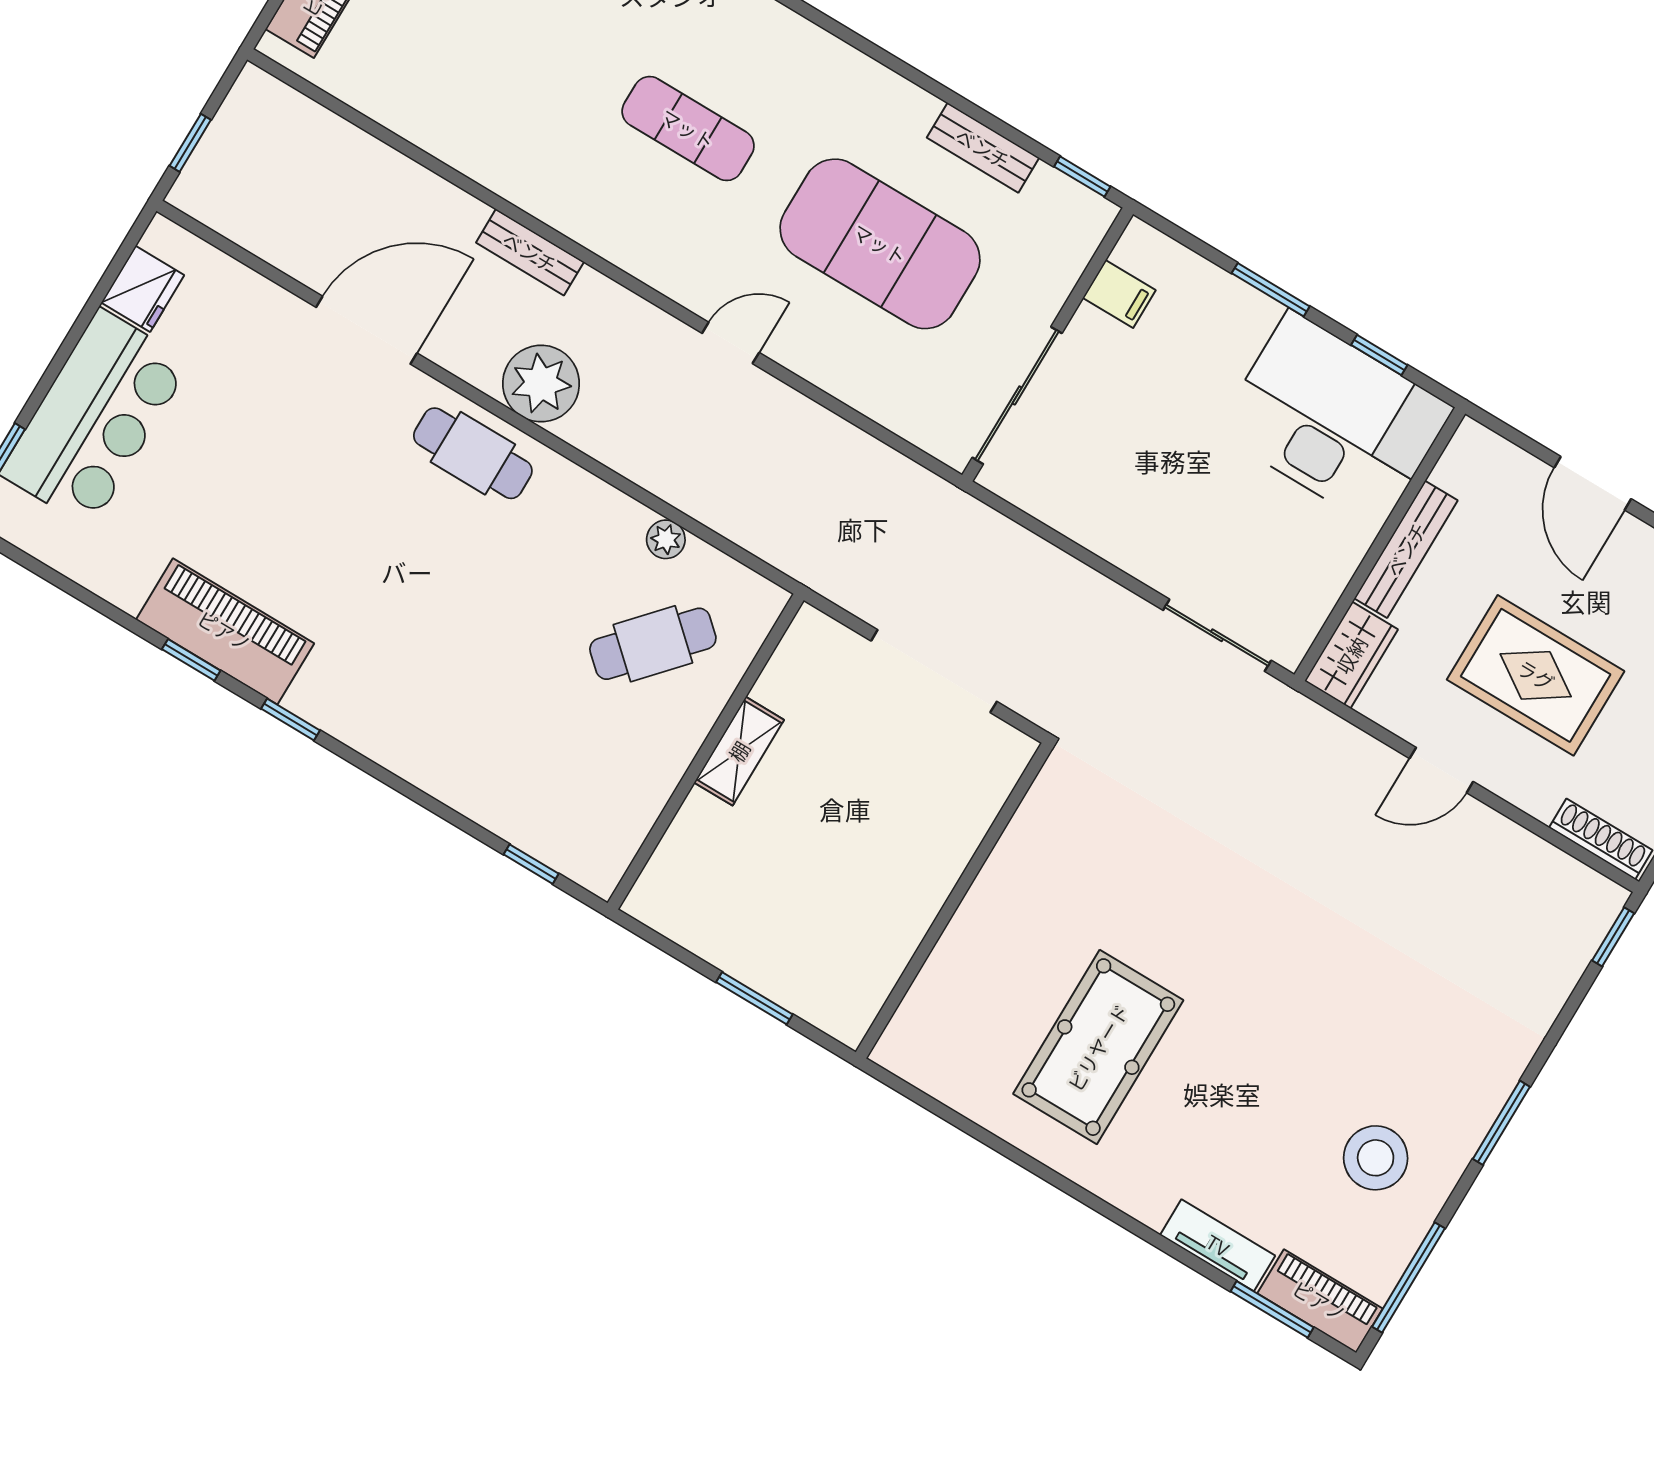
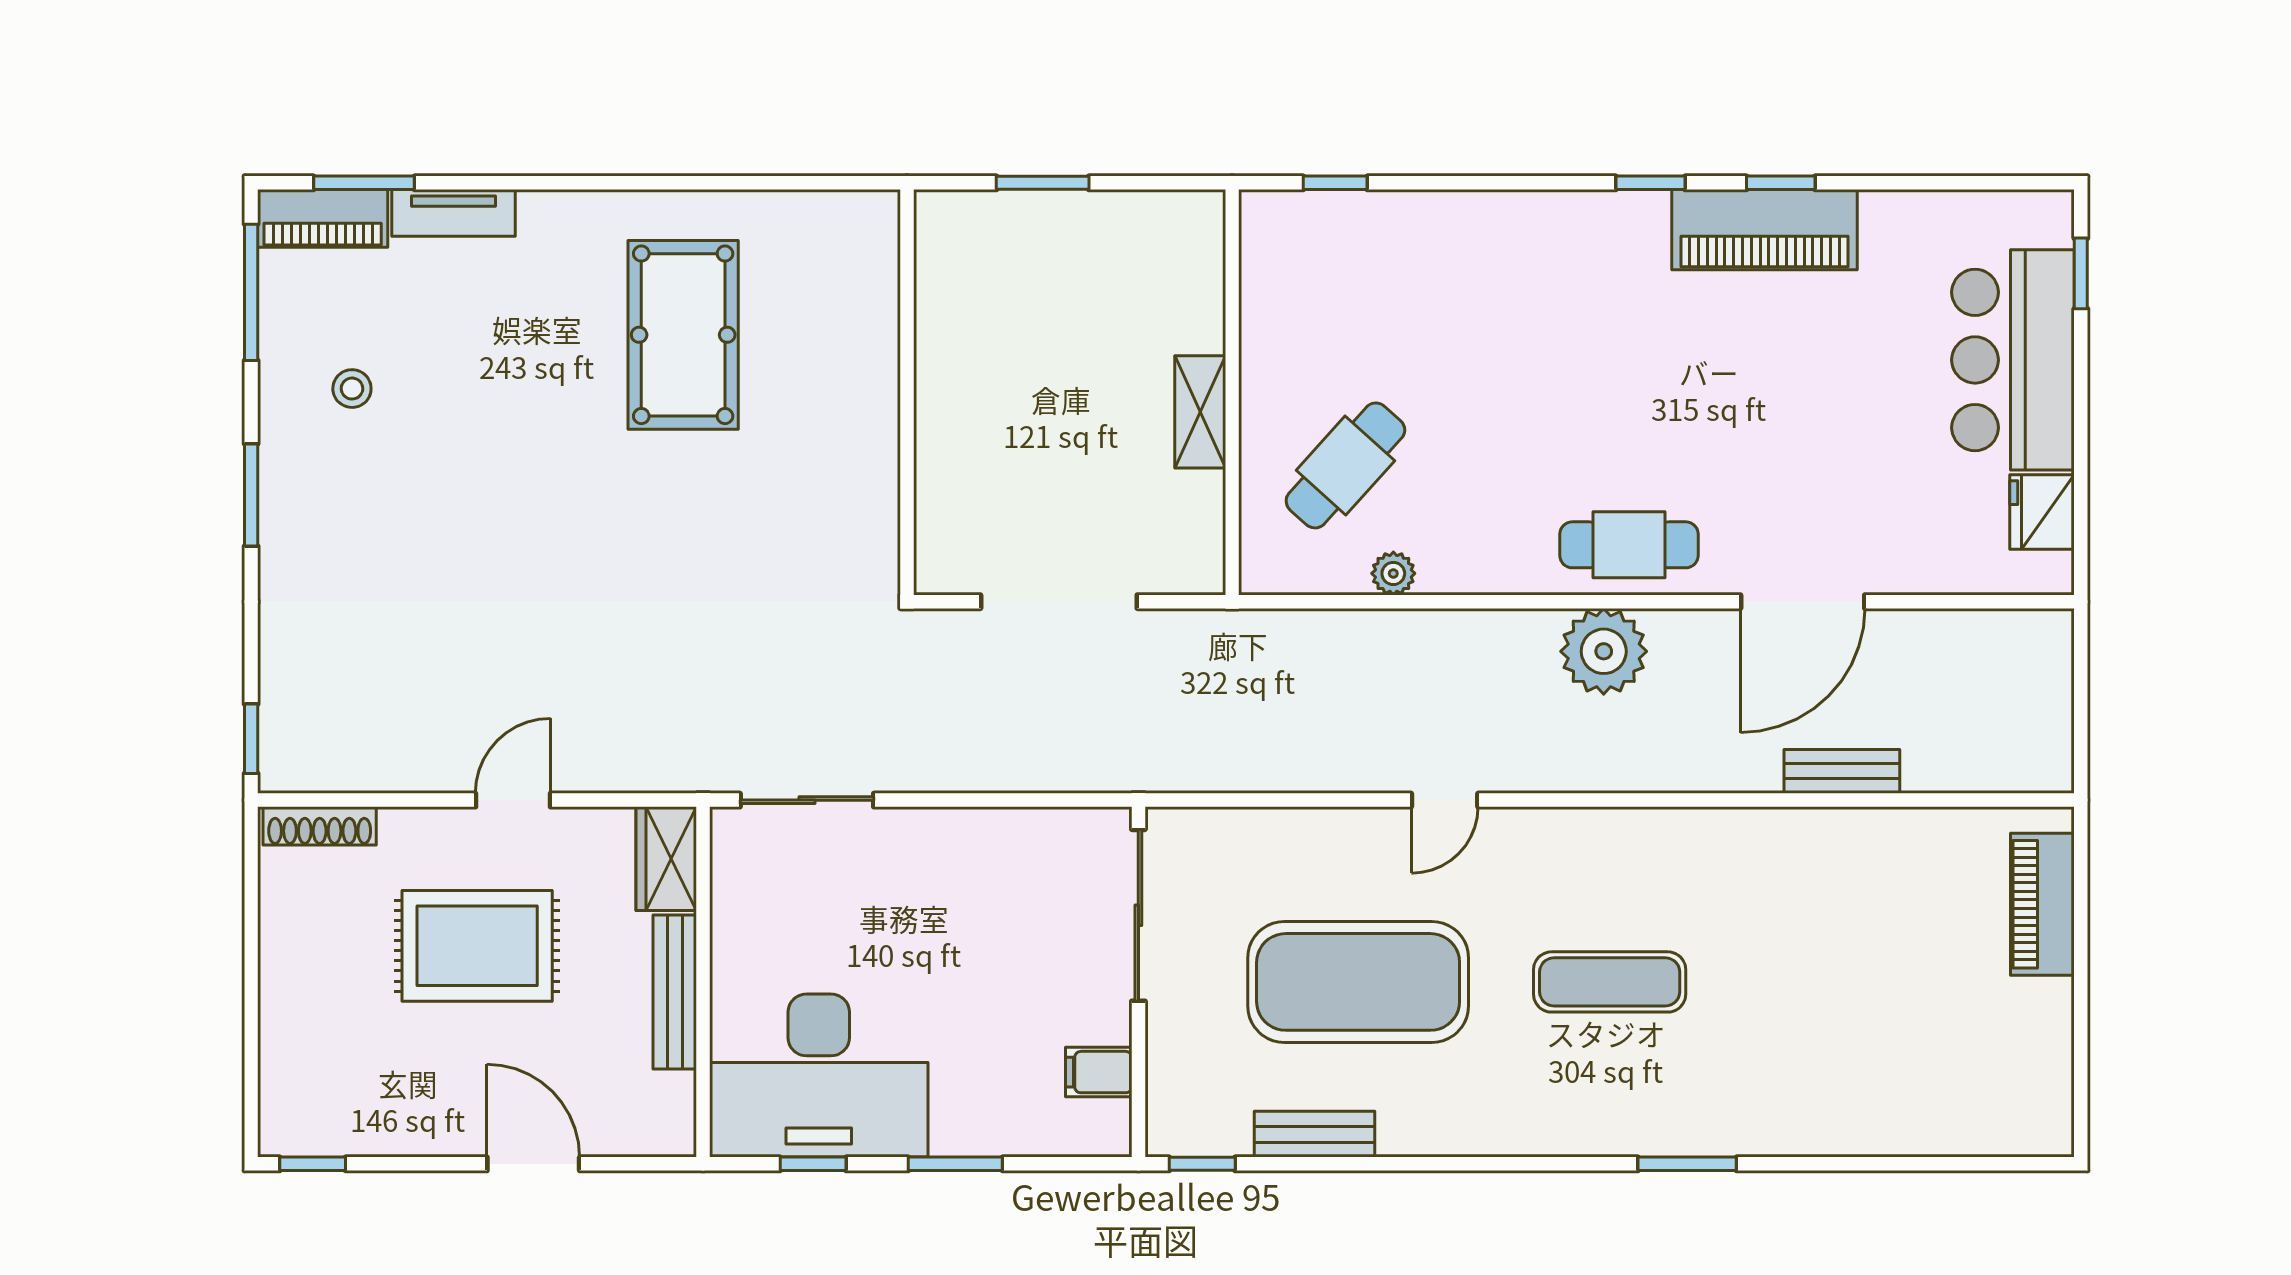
window: (190, 143) -> (2081, 680), removed
bench: (530, 252) -> (1842, 771), moved
stool: (1376, 1158) -> (352, 389), width x0.53, depth x0.53

